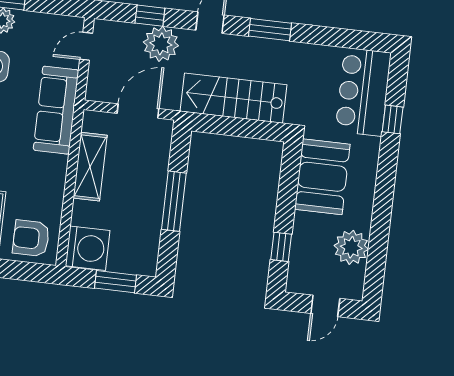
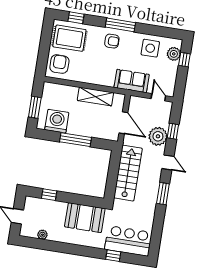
sofa: (56, 110) -> (132, 81), width x0.73
plant: (351, 247) -> (42, 235), width x0.53, depth x0.53
washing machine: (88, 248) -> (57, 121), moved, turned 180

